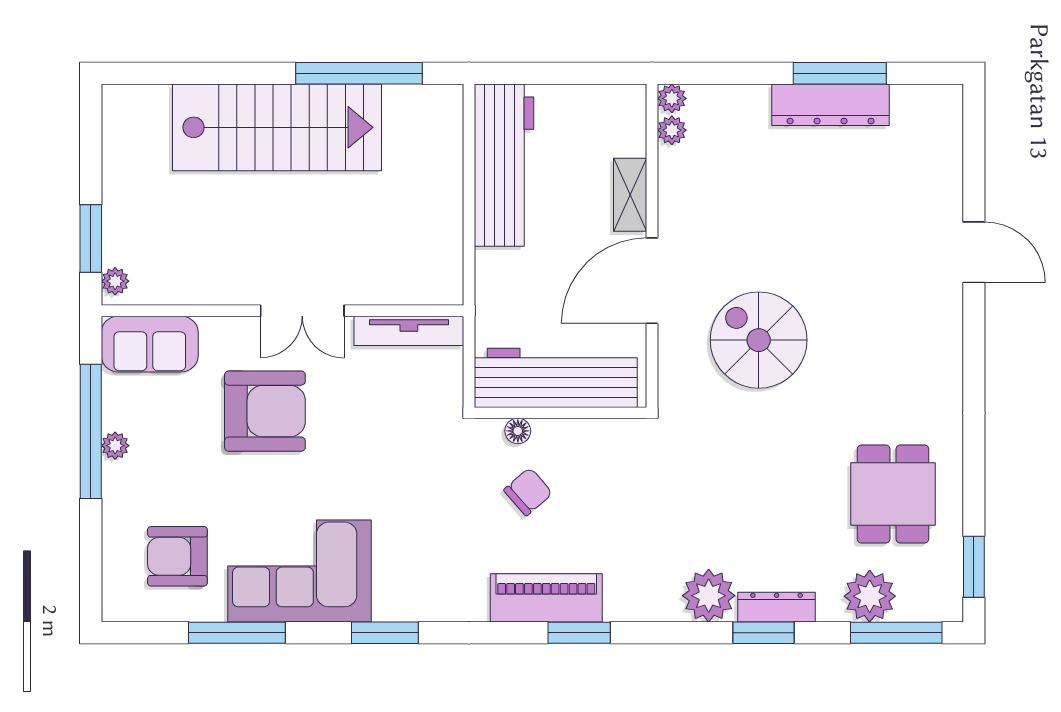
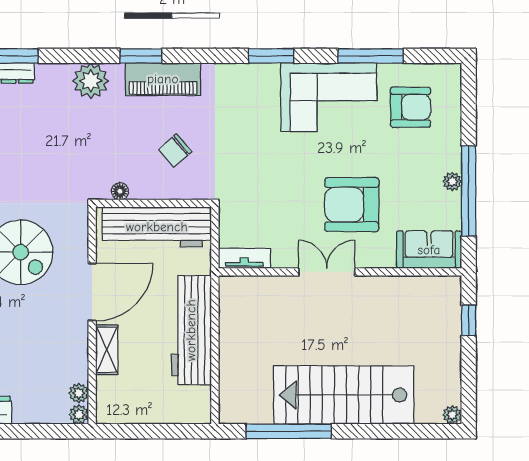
workbench: (504, 165) -> (191, 330), moved
window: (91, 238) -> (469, 320), width x0.67
plant: (115, 281) -> (452, 415), moved
tv unit: (409, 331) -> (244, 258), width x0.71
floor lamp: (518, 431) -> (120, 191), moved
plant: (709, 596) -> (91, 81), moved

